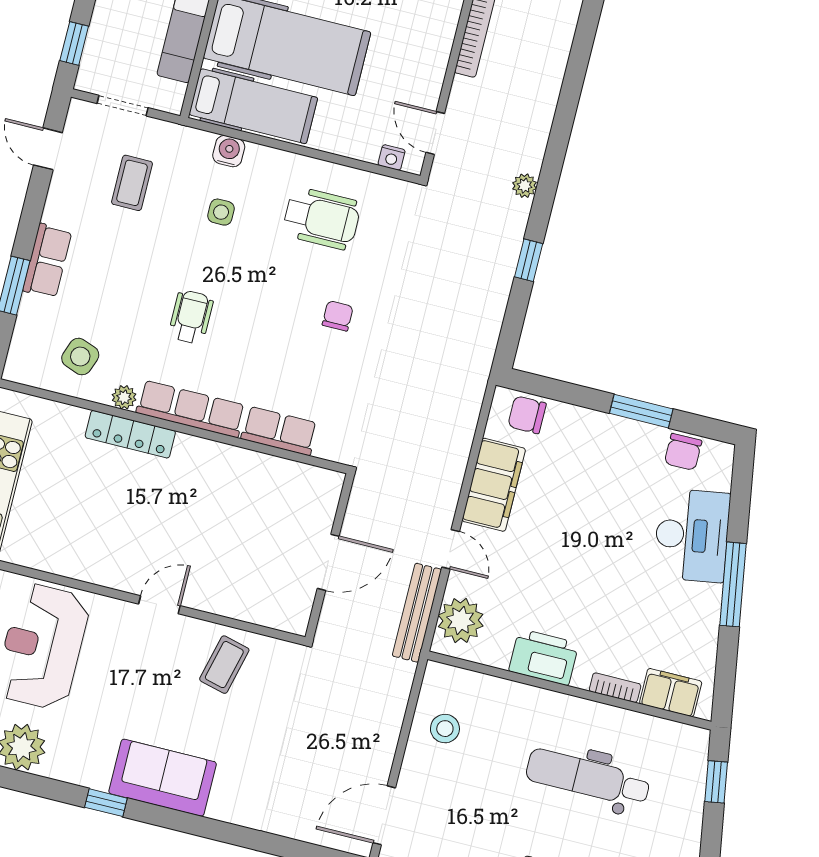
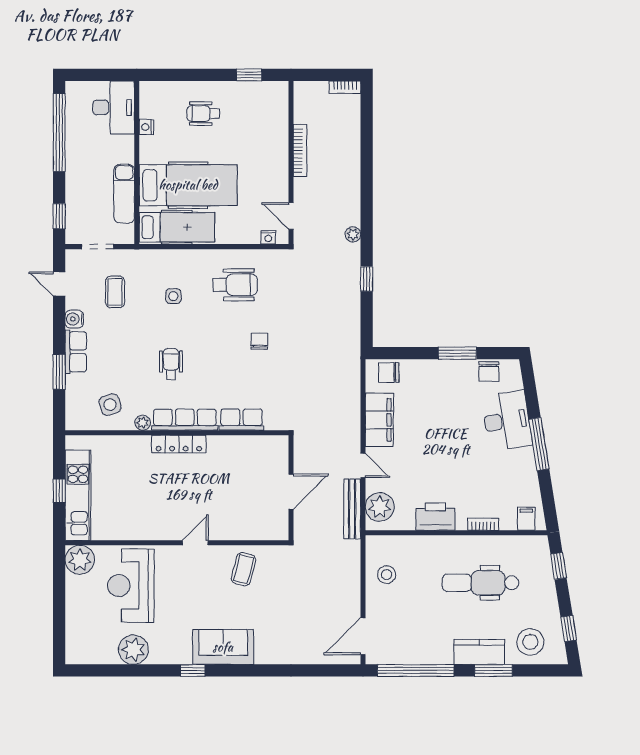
water cooler: (229, 151) -> (74, 319), moved, turned -90
side table: (80, 357) -> (110, 405), turned -37
locker: (130, 434) -> (179, 444), moved
filing cabinet: (671, 693) -> (526, 519), width x0.50

